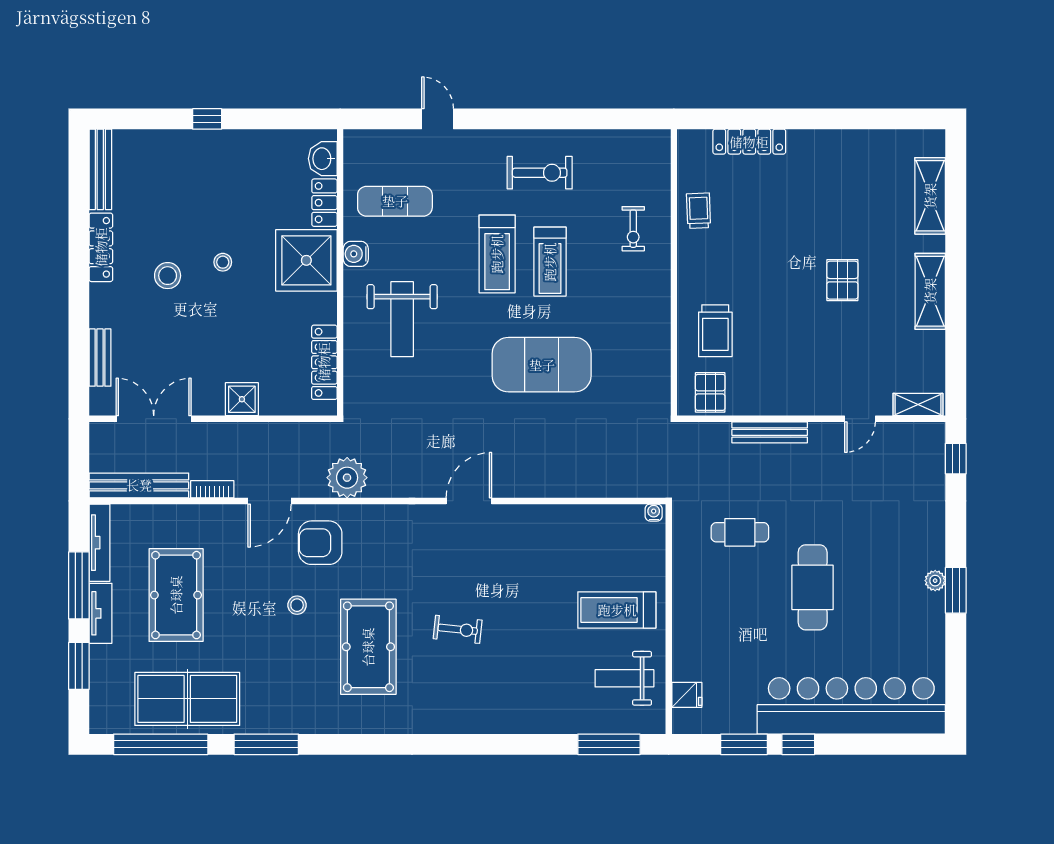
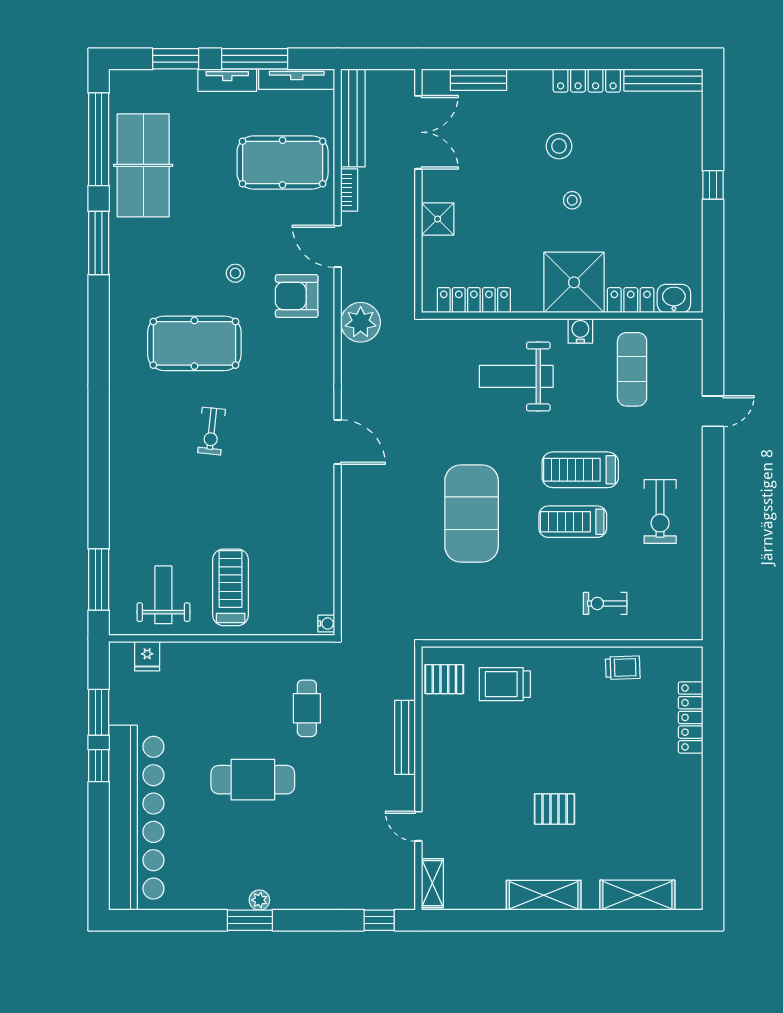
armchair: (320, 543) -> (297, 296), turned -90
pool table: (176, 595) -> (283, 163), moved

